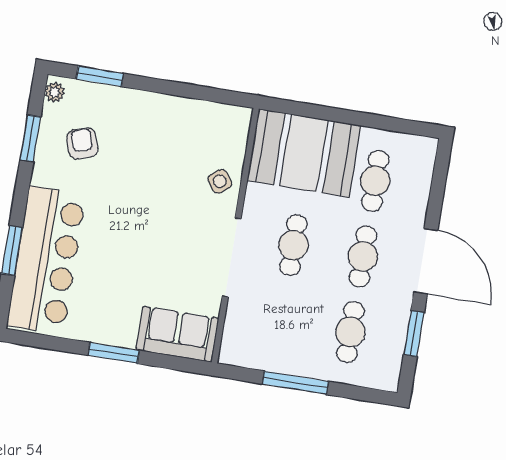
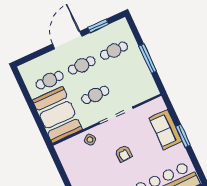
armchair: (154, 224) -> (123, 154), added
sofa: (177, 334) -> (166, 130), moved

